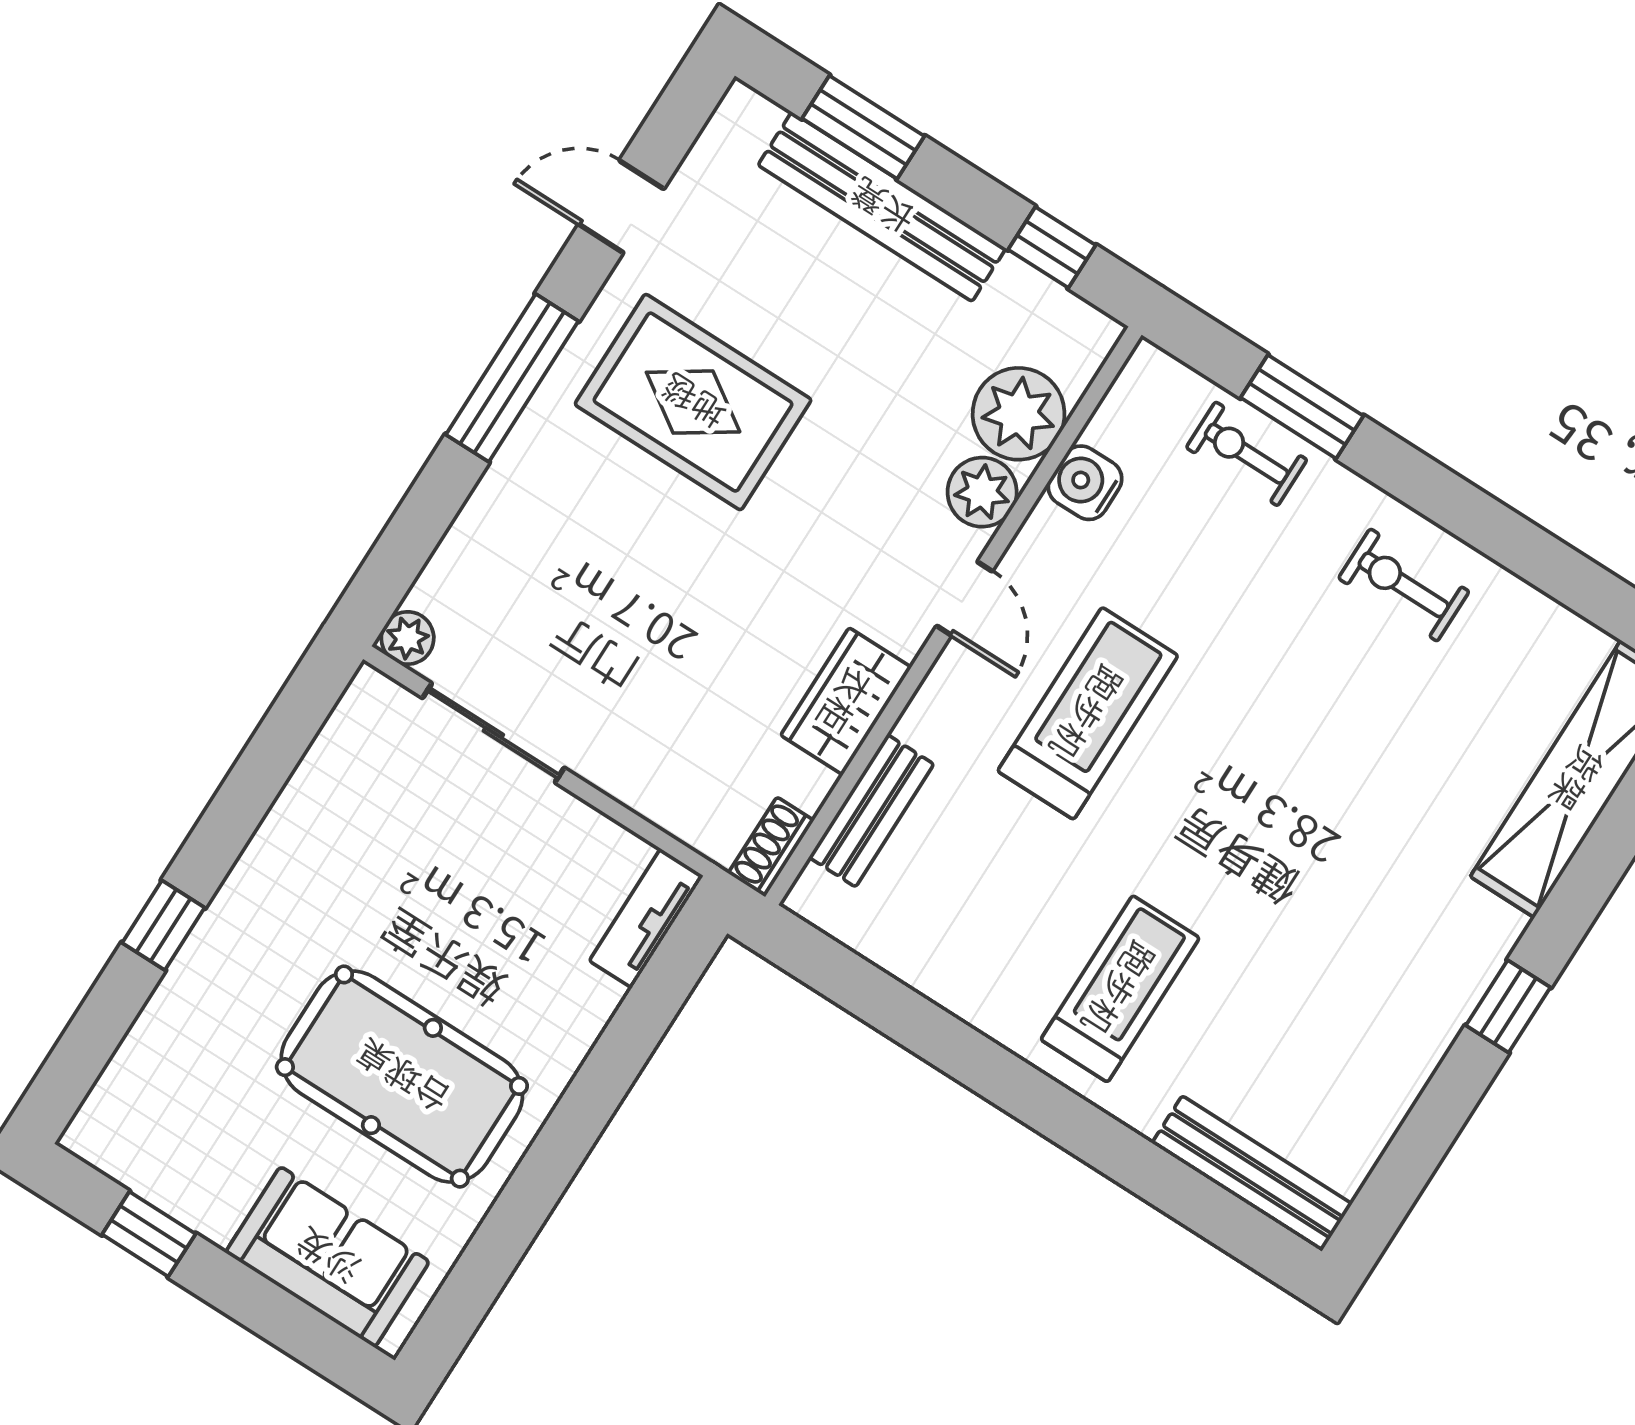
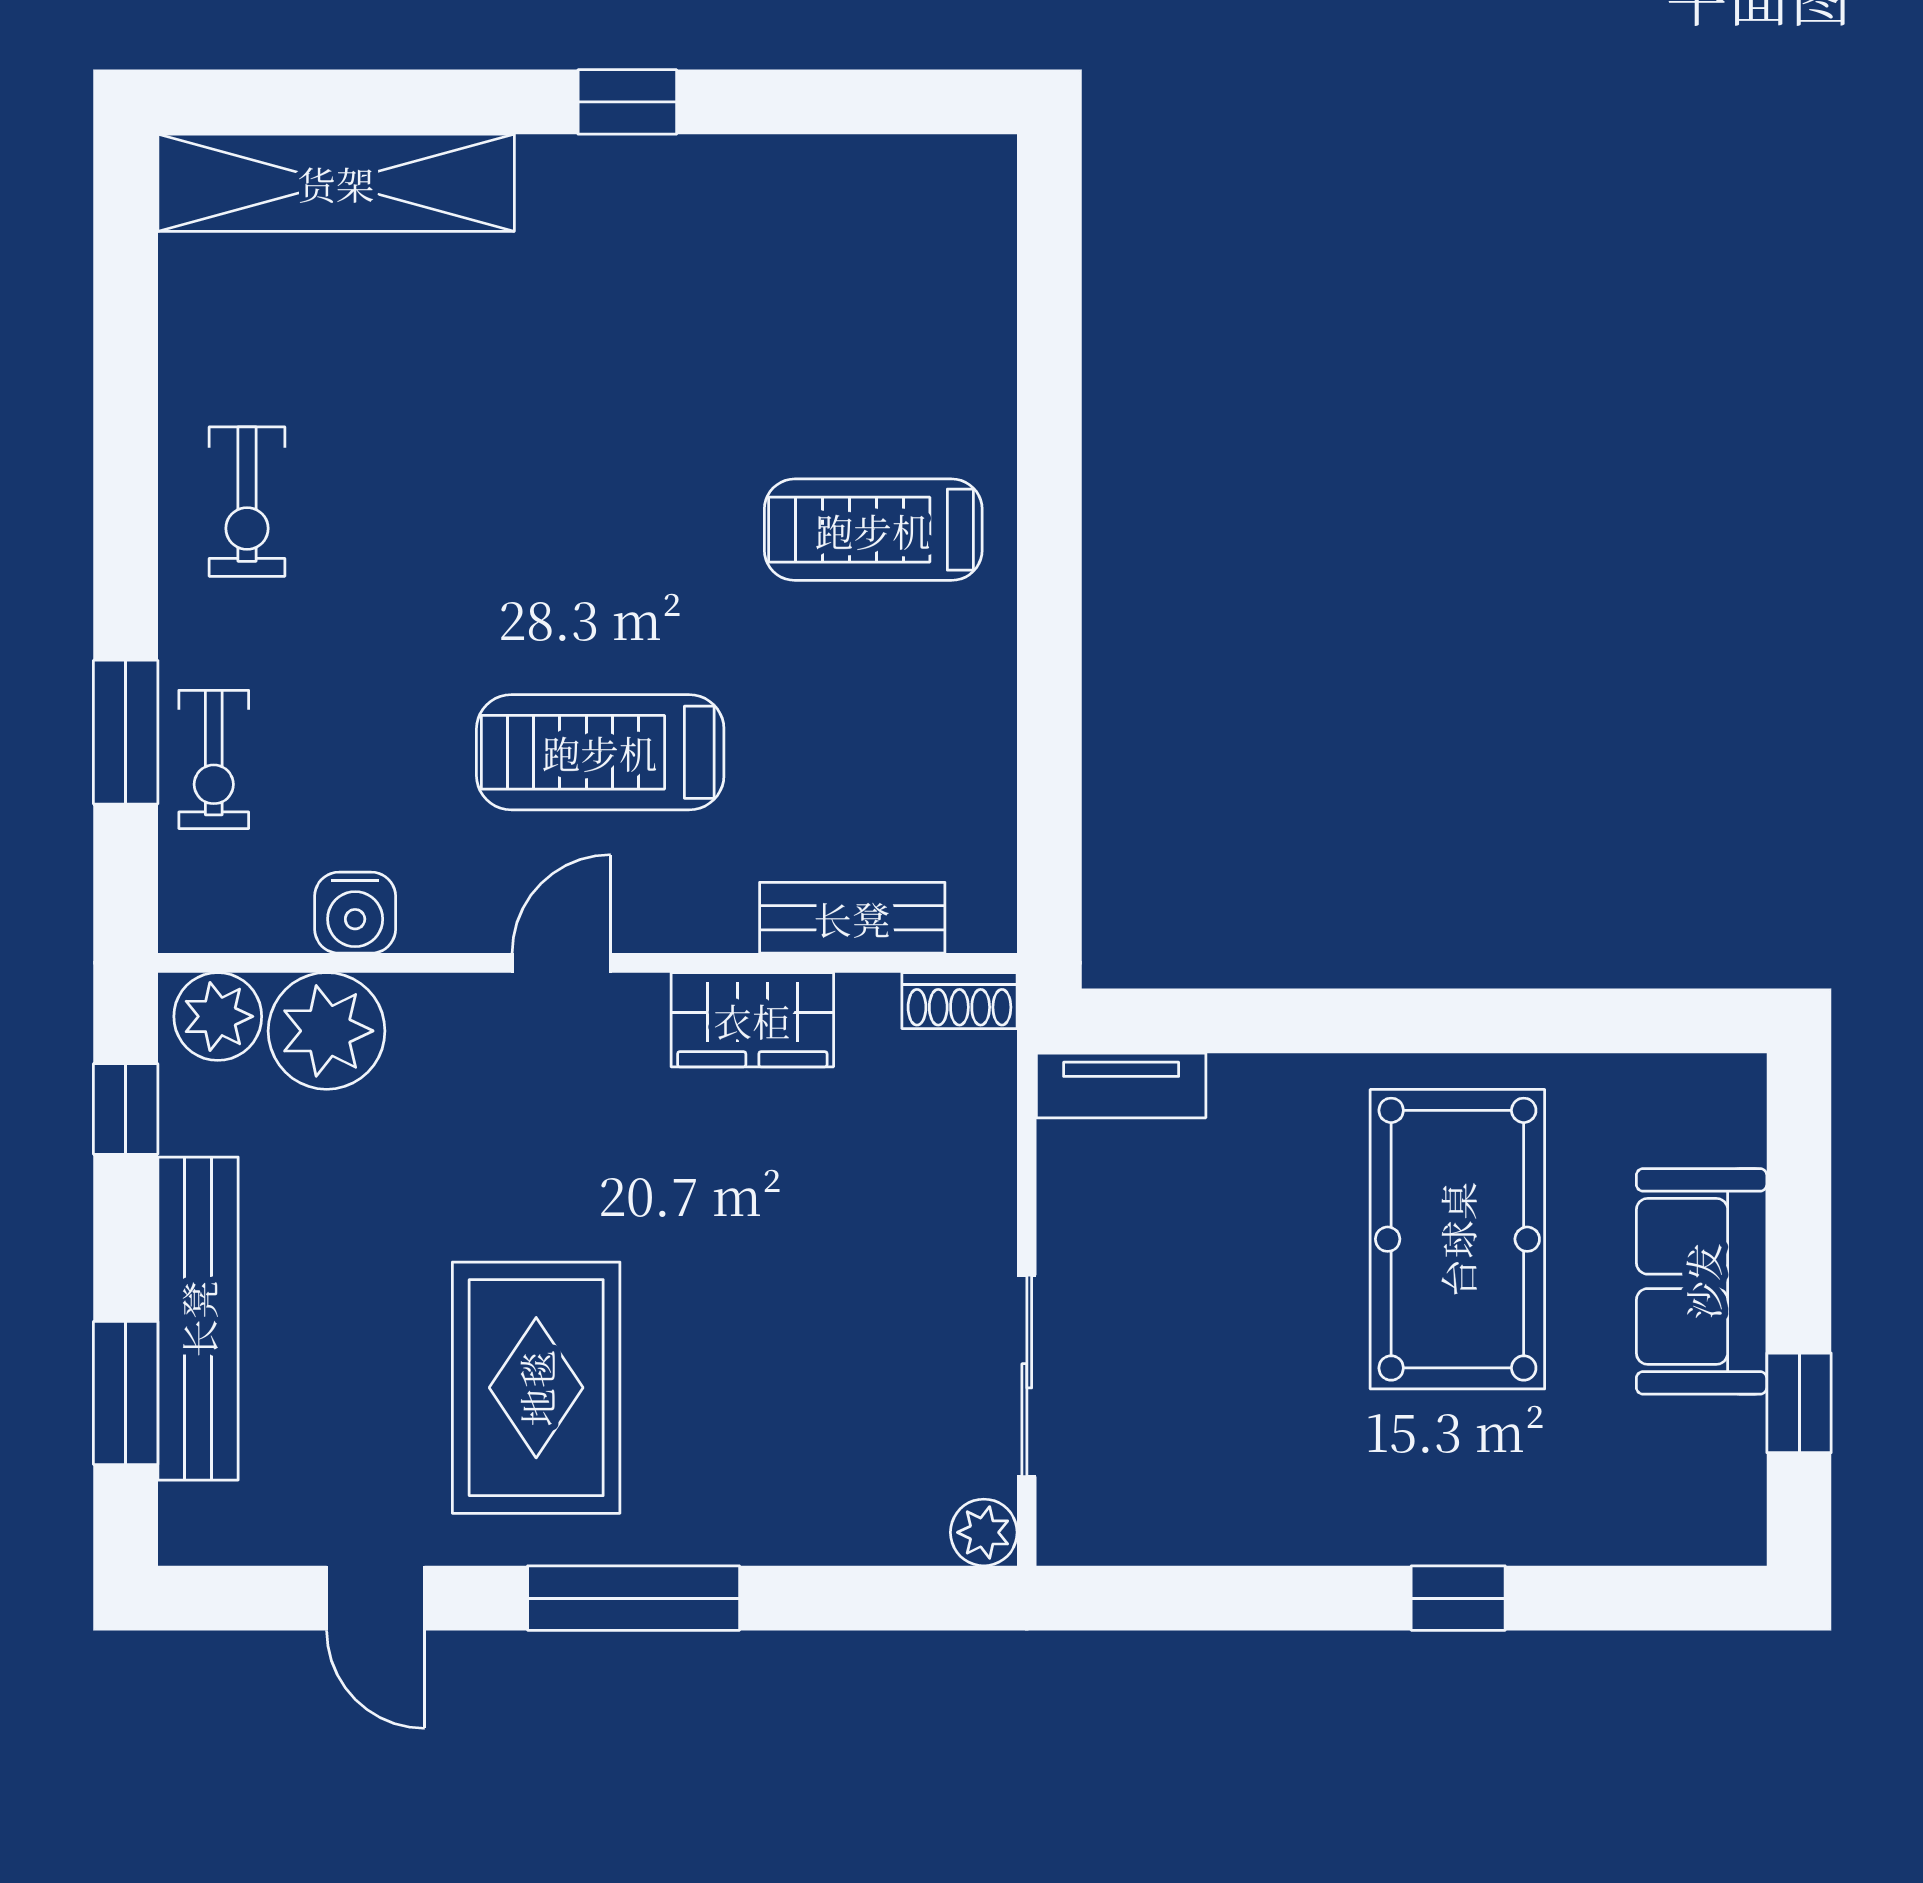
plant: (982, 492) -> (218, 1016), moved
bench: (1252, 1174) -> (981, 262), removed
sofa: (327, 1257) -> (1702, 1281), moved

